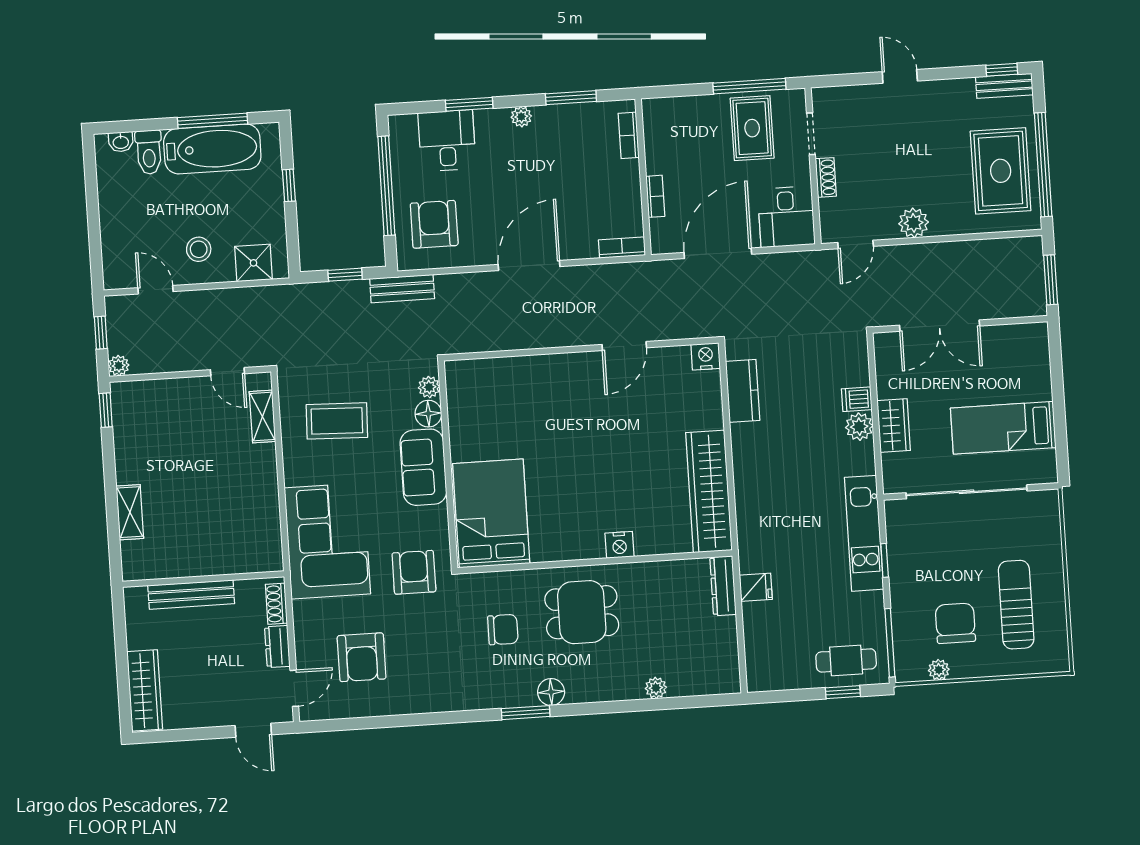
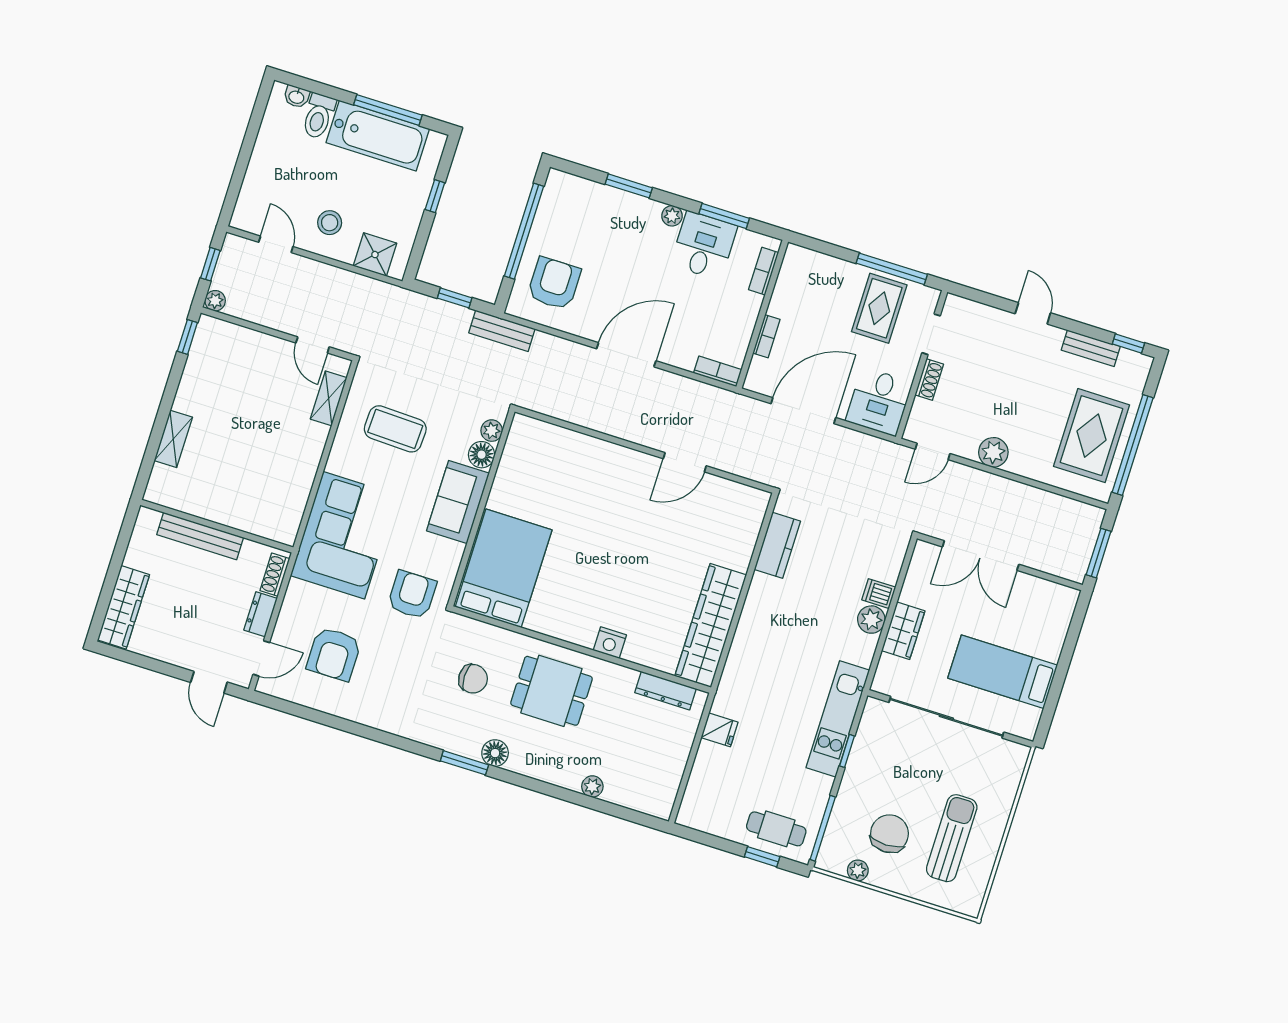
bench: (1004, 86) -> (1091, 348), moved
desk: (447, 141) -> (704, 246), moved
nightstand: (706, 356) -> (756, 501), removed
dresser: (723, 586) -> (665, 691), moved, turned -90

